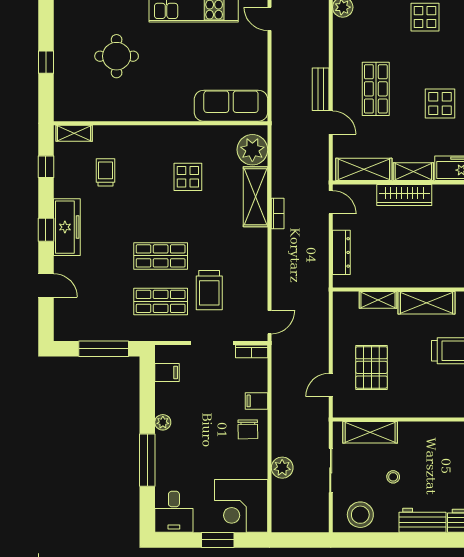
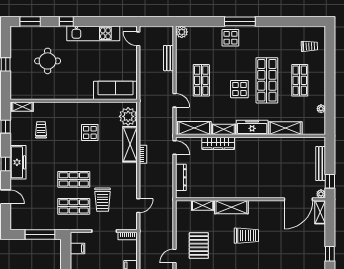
bench: (321, 89) -> (169, 58), moved
door: (270, 322) -> (138, 206), moved

